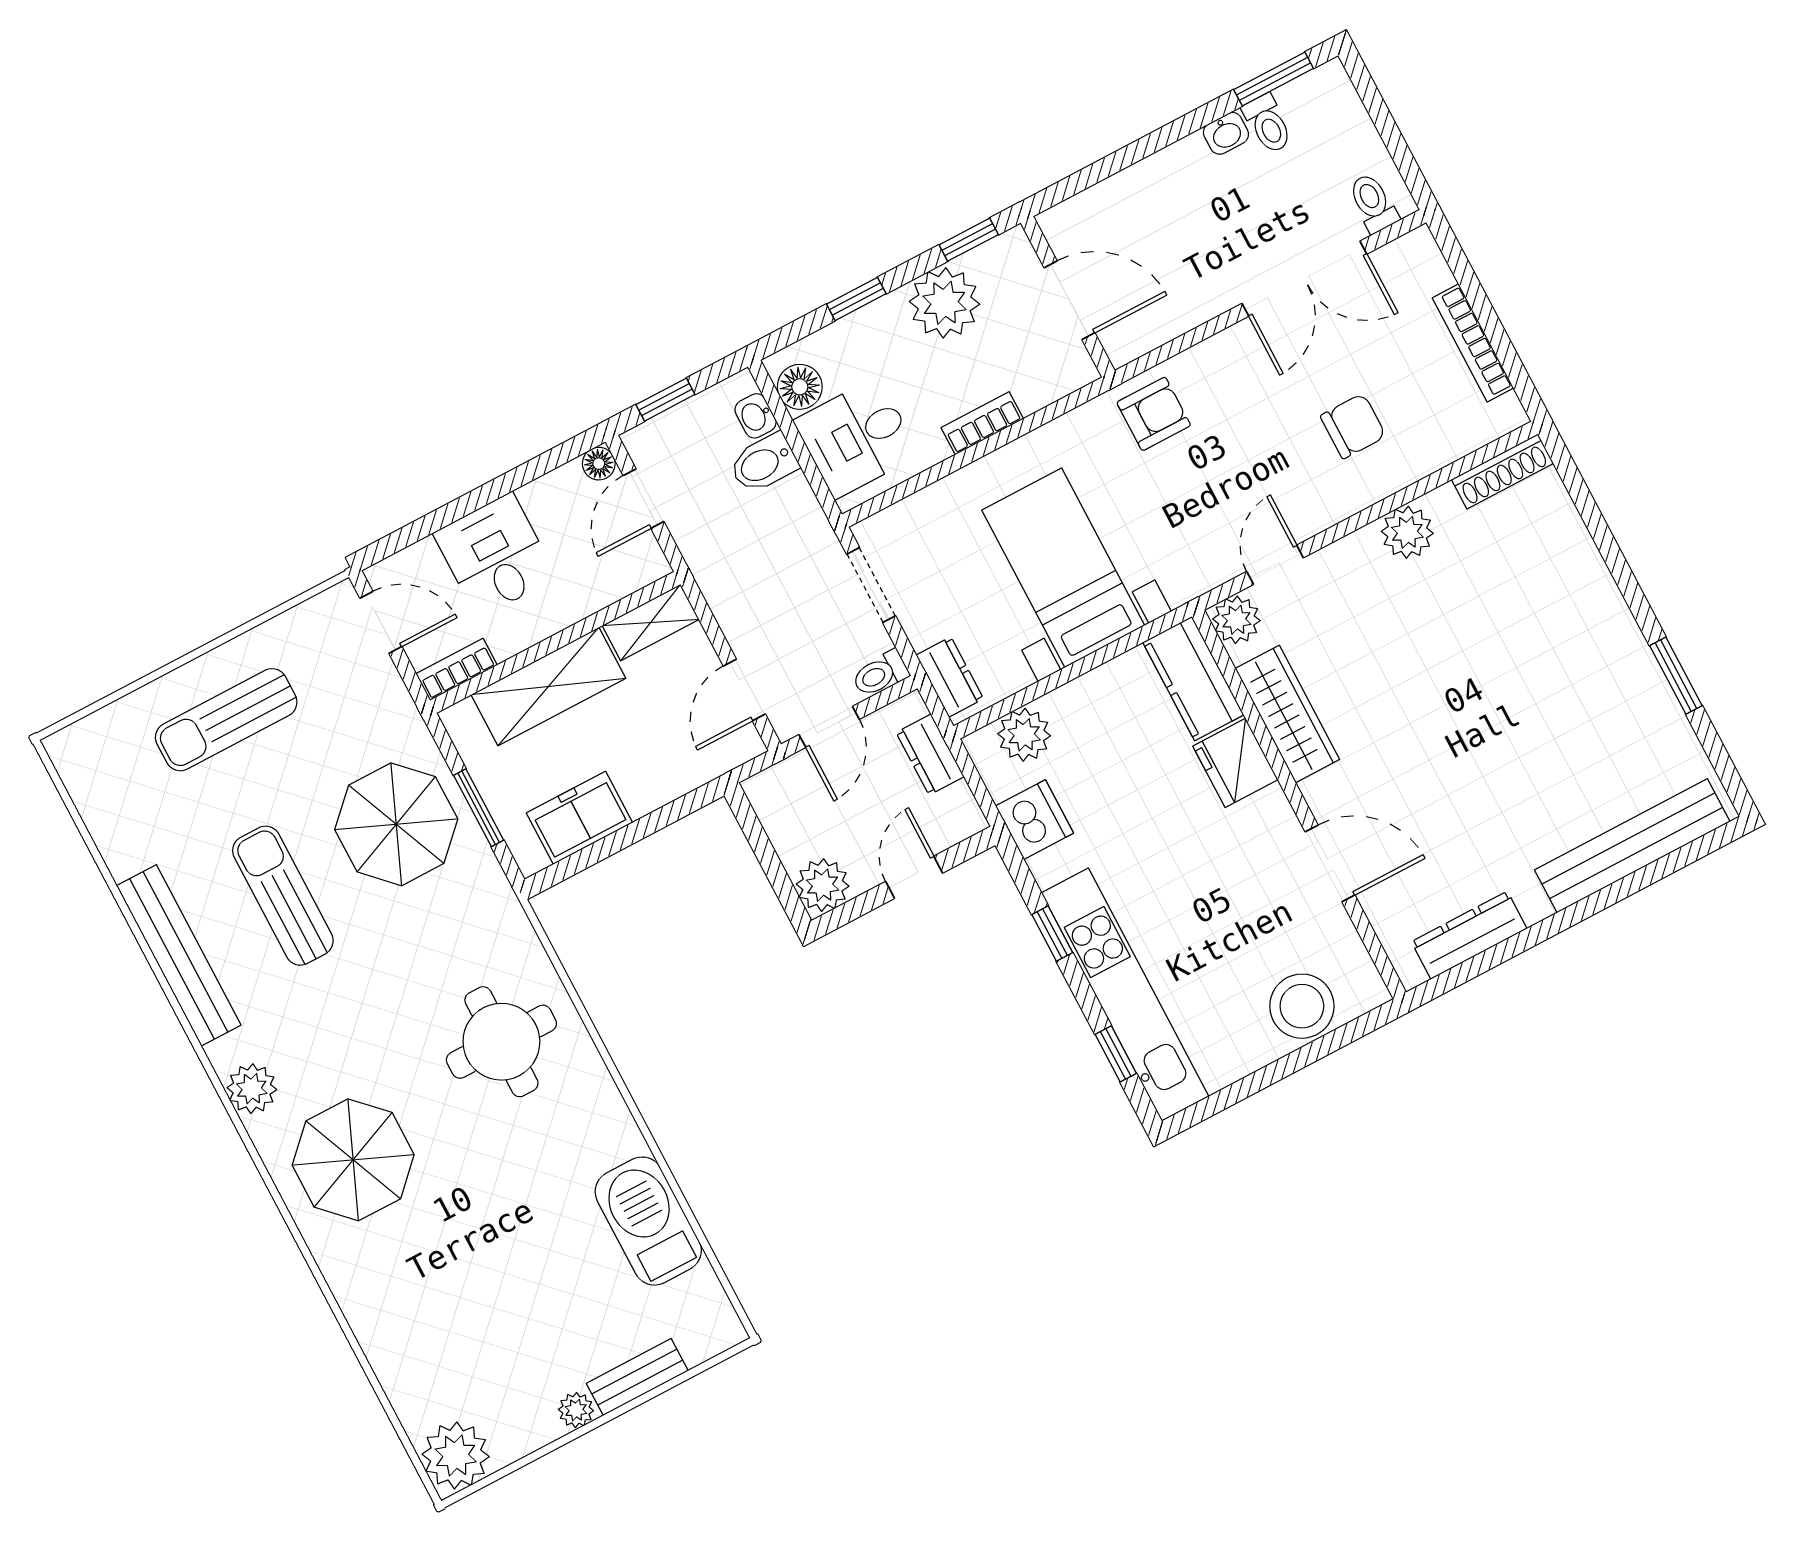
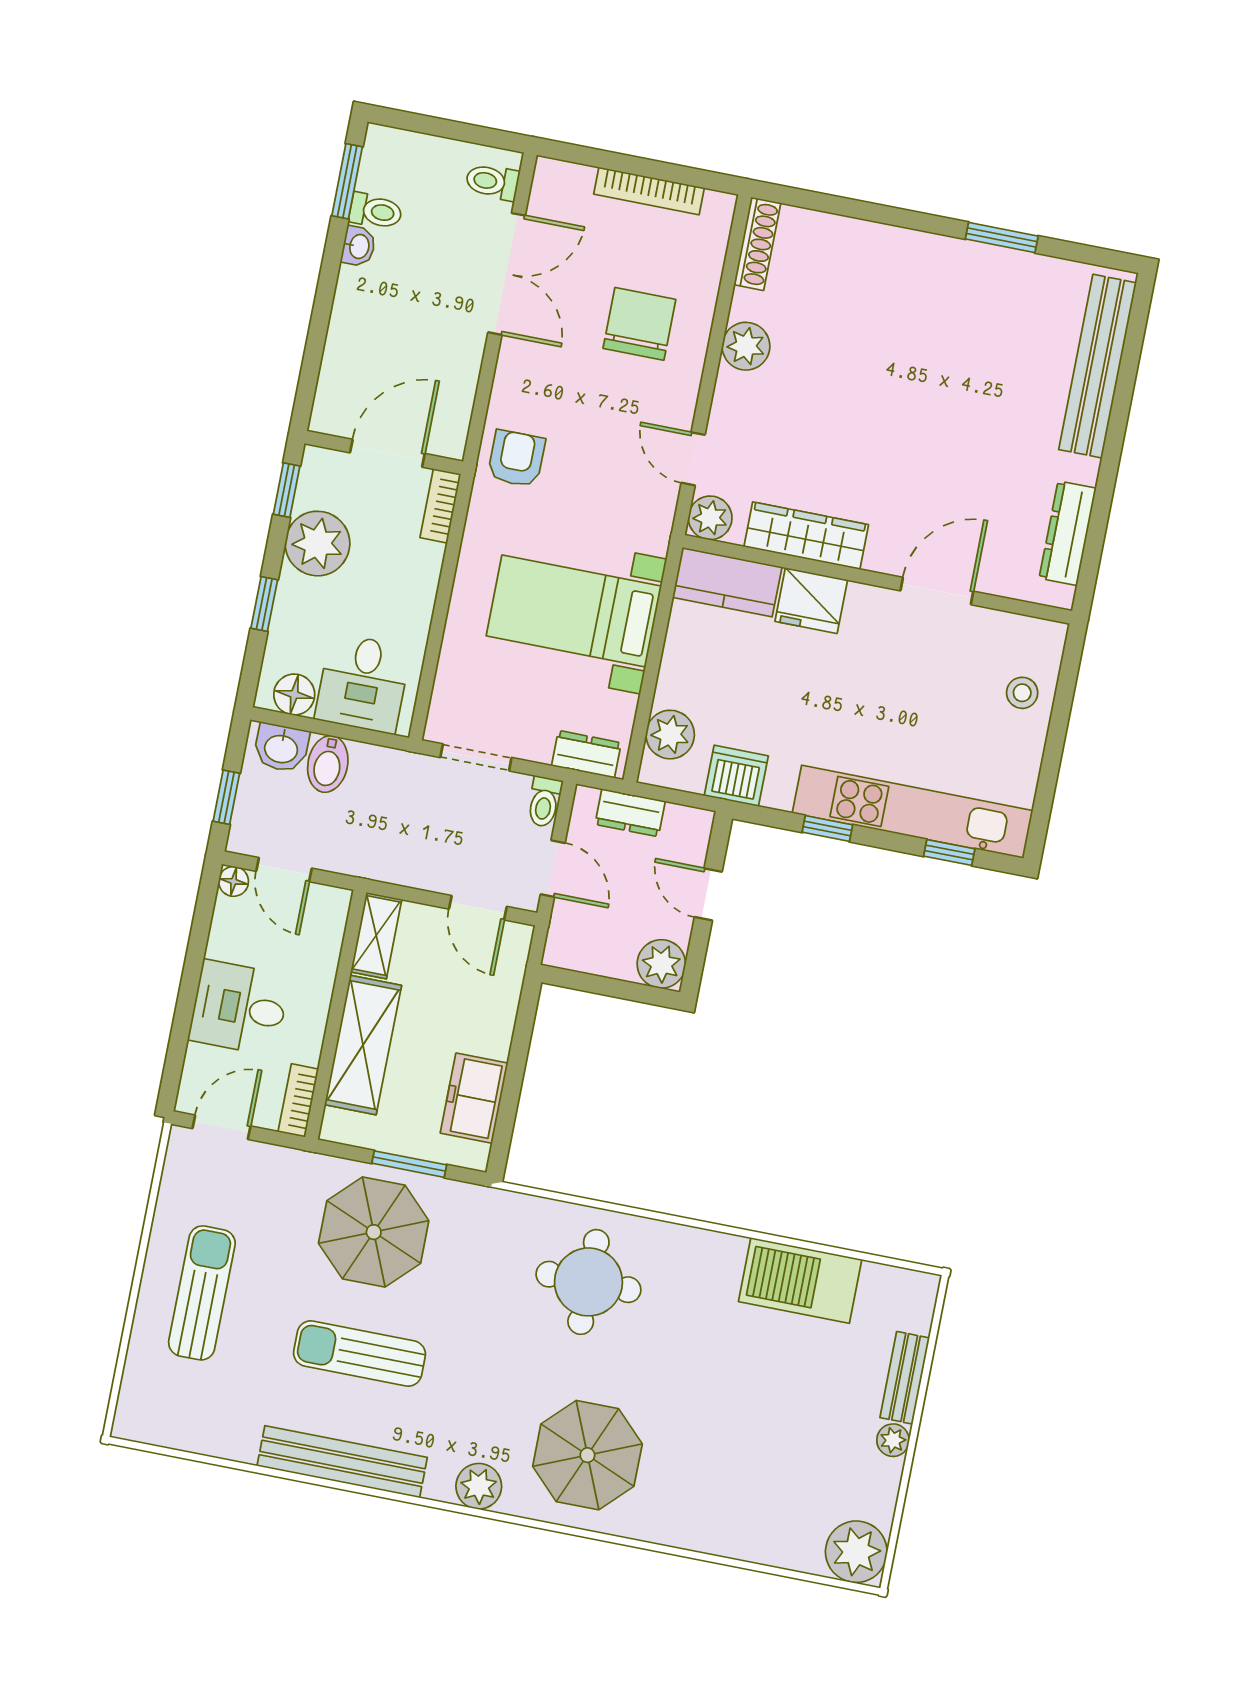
washbasin: (756, 416) -> (281, 748), width x1.38, depth x1.45
bookcase: (982, 423) -> (440, 506), moved
chair: (1353, 426) -> (639, 324), width x1.37, depth x1.37
sun lounger: (226, 720) -> (202, 1293), turned 180
stool: (1302, 1006) -> (1022, 693), width x0.53, depth x0.53

